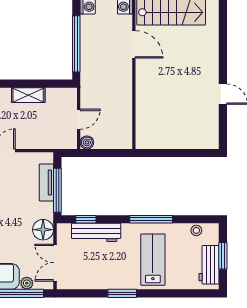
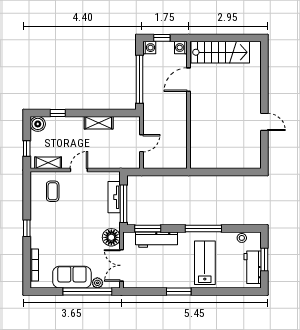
door: (134, 44) -> (189, 80), swing flipped
boiler: (87, 142) -> (149, 163), removed
window: (86, 219) -> (148, 228), width x1.50

